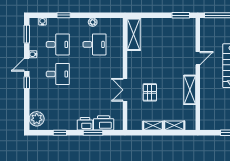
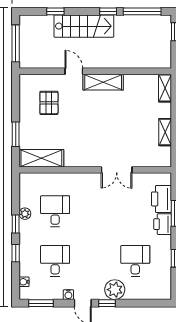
window: (85, 15) -> (16, 224), added
window: (181, 15) -> (16, 134), moved
desk: (58, 74) -> (135, 261), moved
shelving: (190, 90) -> (103, 82), moved
pallet: (150, 92) -> (49, 103), moved, turned 90
plant: (37, 119) -> (115, 290), moved
shelving: (174, 125) -> (165, 88), moved

